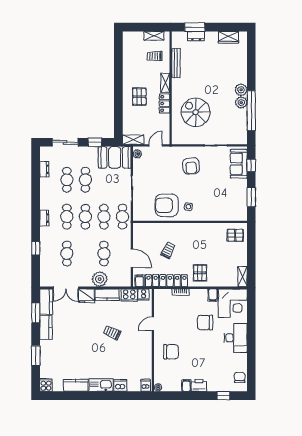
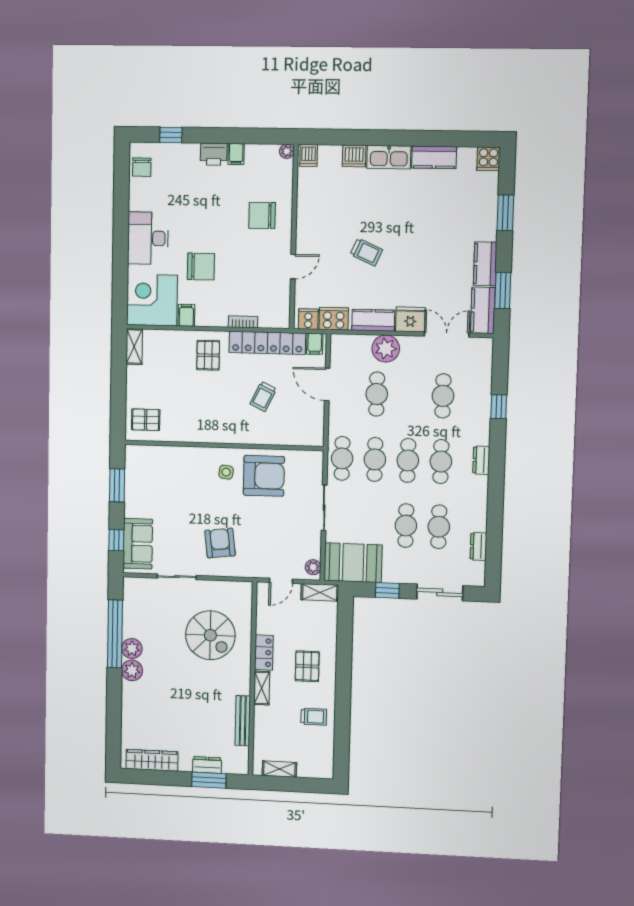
wardrobe: (228, 37) -> (152, 760), width x1.50
trolley: (155, 56) -> (314, 717), moved

